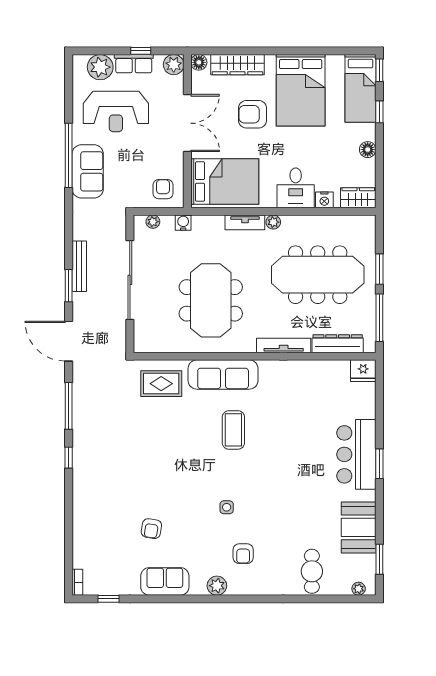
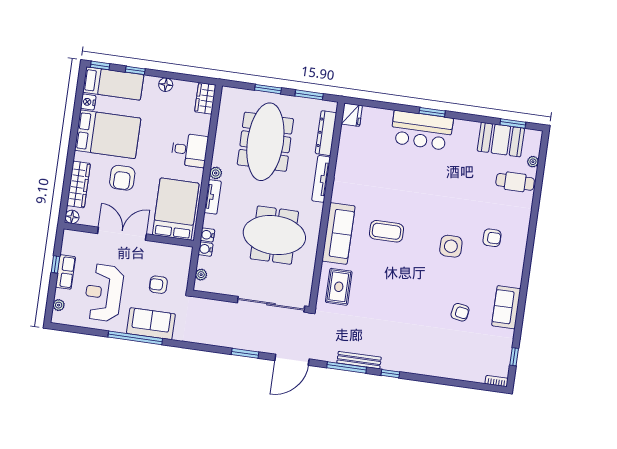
plant: (174, 65) -> (71, 238), removed
plant: (100, 67) -> (59, 305), width x0.53, depth x0.53
reception desk: (116, 111) -> (104, 293), turned 180
armchair: (163, 189) -> (158, 285), moved
nightstand: (324, 200) -> (88, 102), moved, turned 180
water cooler: (200, 223) -> (207, 235), added
bench: (79, 266) -> (359, 360), moved
sliding door: (130, 280) -> (271, 304), moved
window: (379, 318) -> (309, 95), width x0.69
side table: (227, 507) -> (451, 246), width x1.87, depth x1.87
booth: (359, 527) -> (501, 140), moved
plant: (217, 586) -> (516, 264), removed
plant: (359, 589) -> (533, 162), moved

